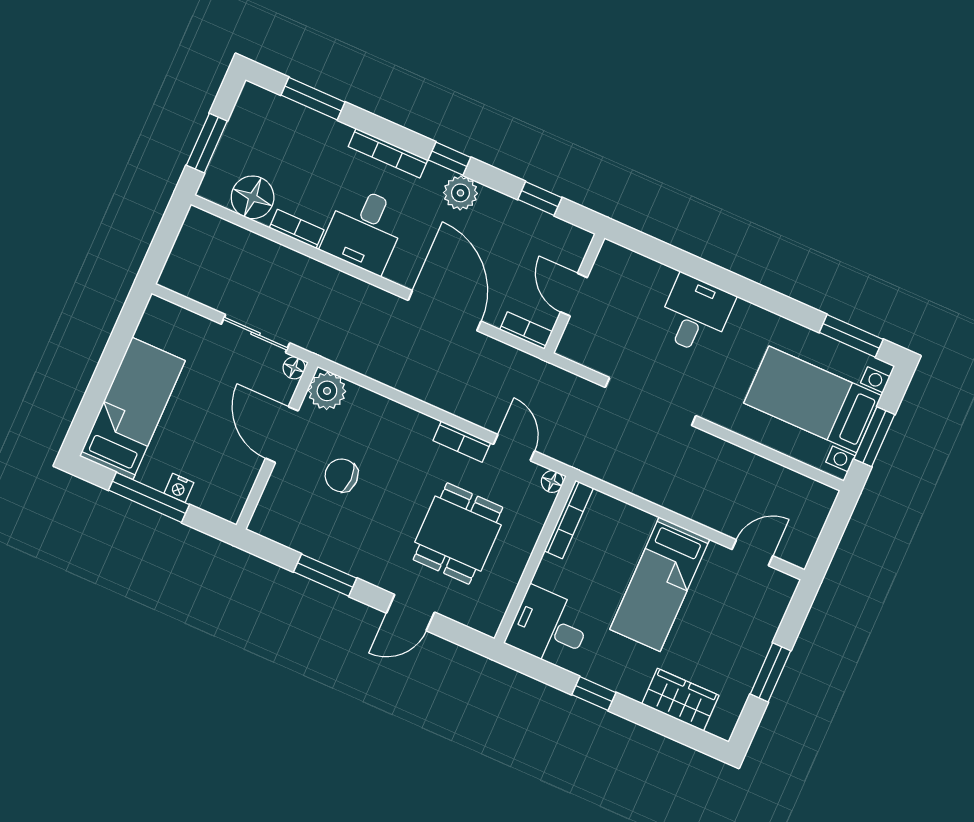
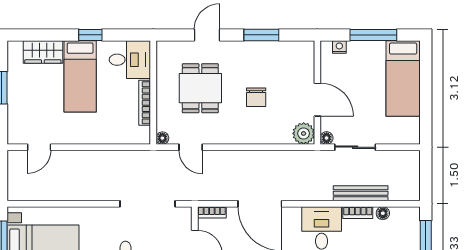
floor lamp: (253, 197) -> (383, 213), width x0.53, depth x0.53
bench: (279, 257) -> (361, 193), added
doorway: (651, 402) -> (148, 204), moved
bookcase: (462, 442) -> (220, 138), removed
chair: (341, 475) -> (256, 97), moved, turned 90
nightstand: (179, 488) -> (339, 47), moved
bookcase: (569, 519) -> (145, 103), moved
bed: (660, 584) -> (80, 76), moved, turned 180

